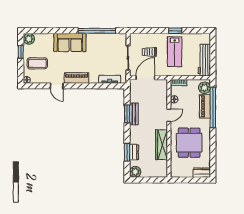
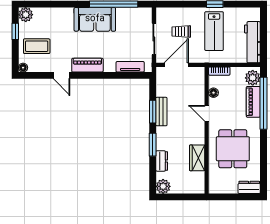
sofa: (70, 43) -> (95, 19), moved
door: (169, 115) -> (207, 113), swing flipped
wardrobe: (162, 145) -> (197, 158), width x0.67
window: (127, 152) -> (153, 145), moved

